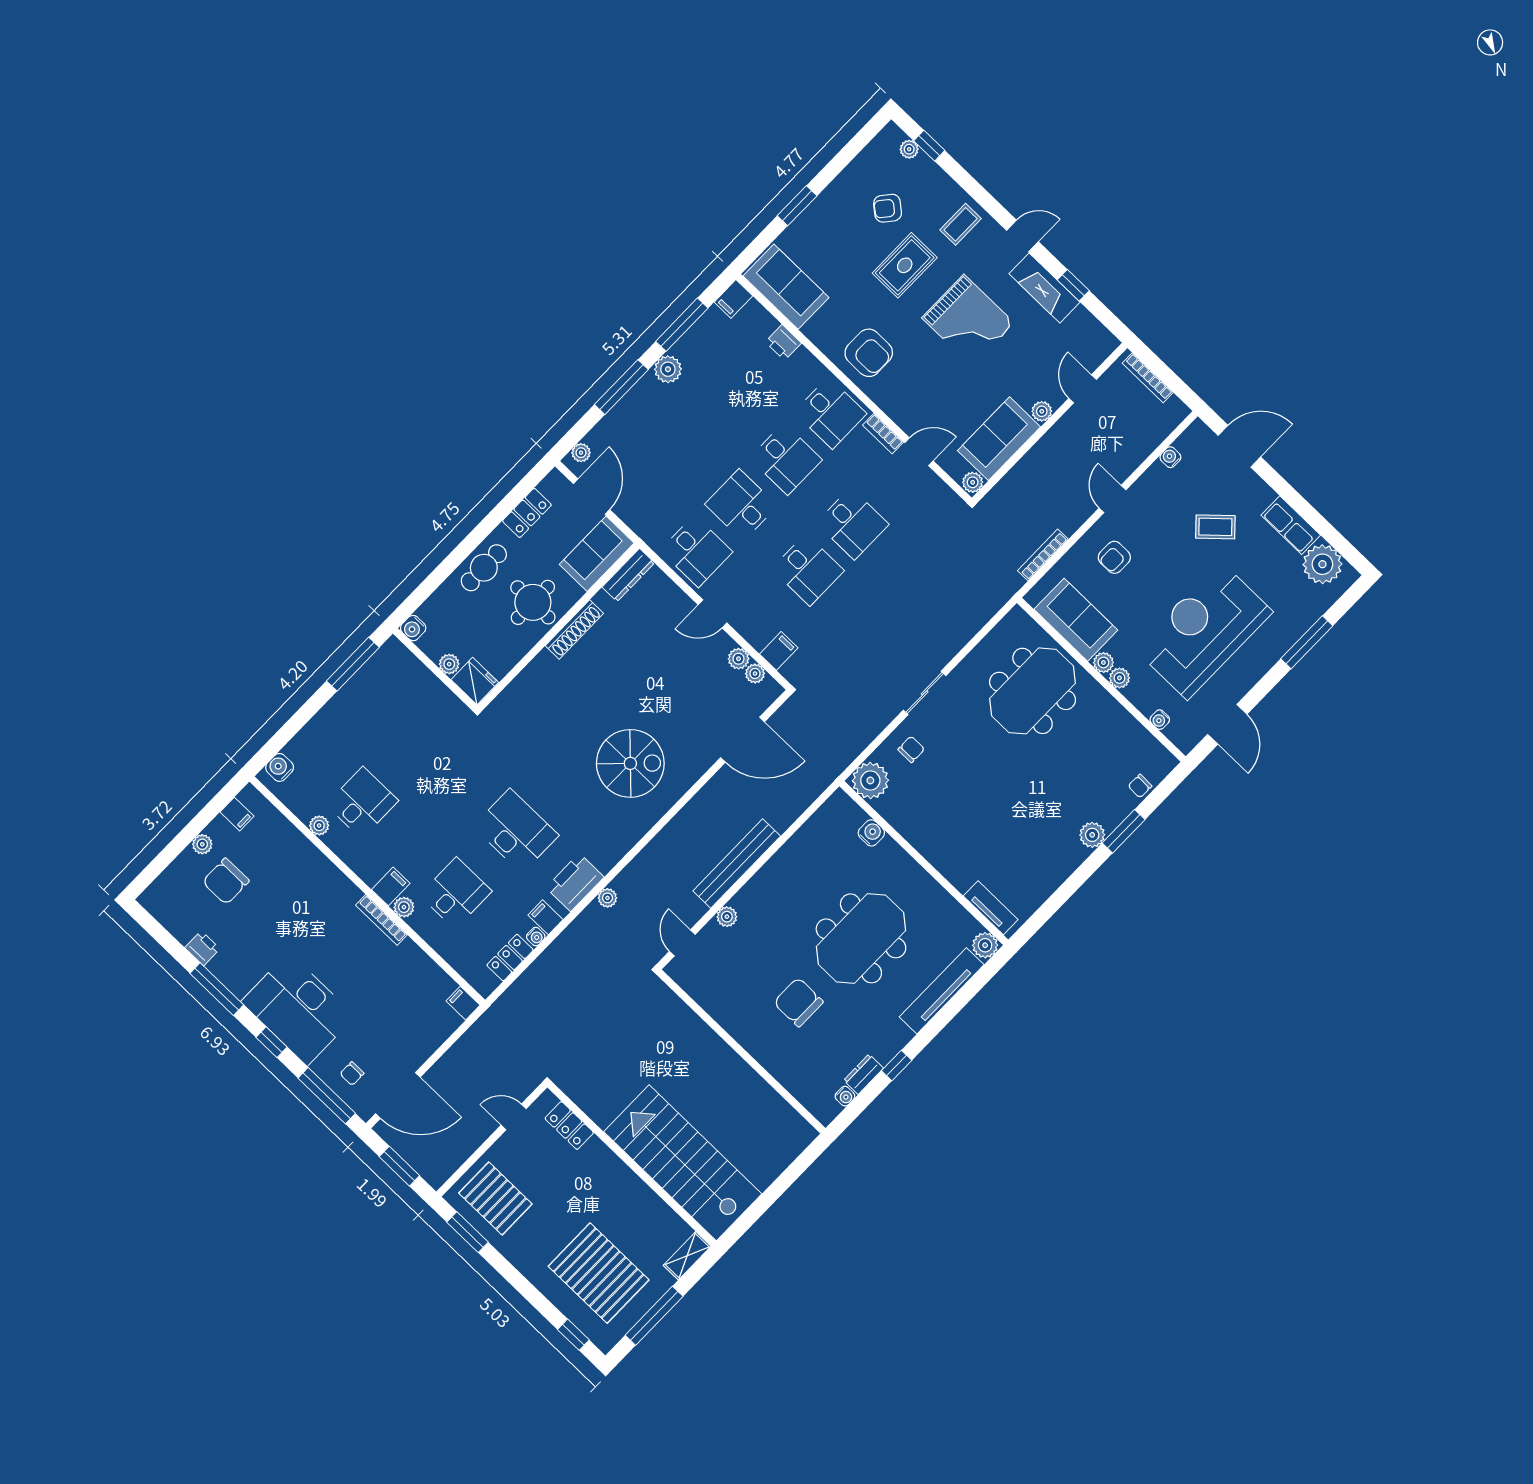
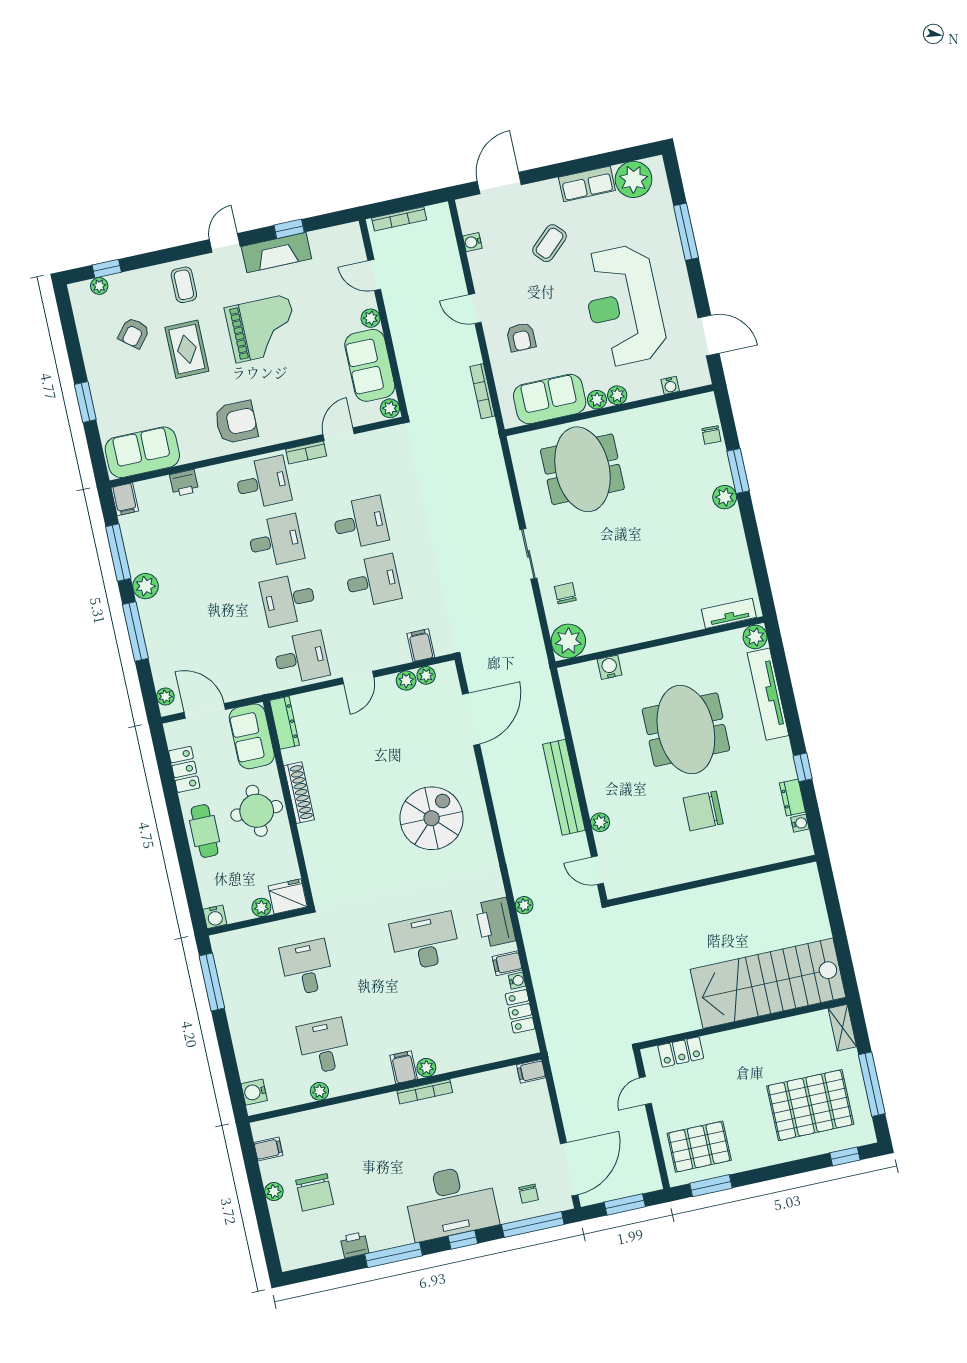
desk: (456, 893) -> (307, 967), moved

